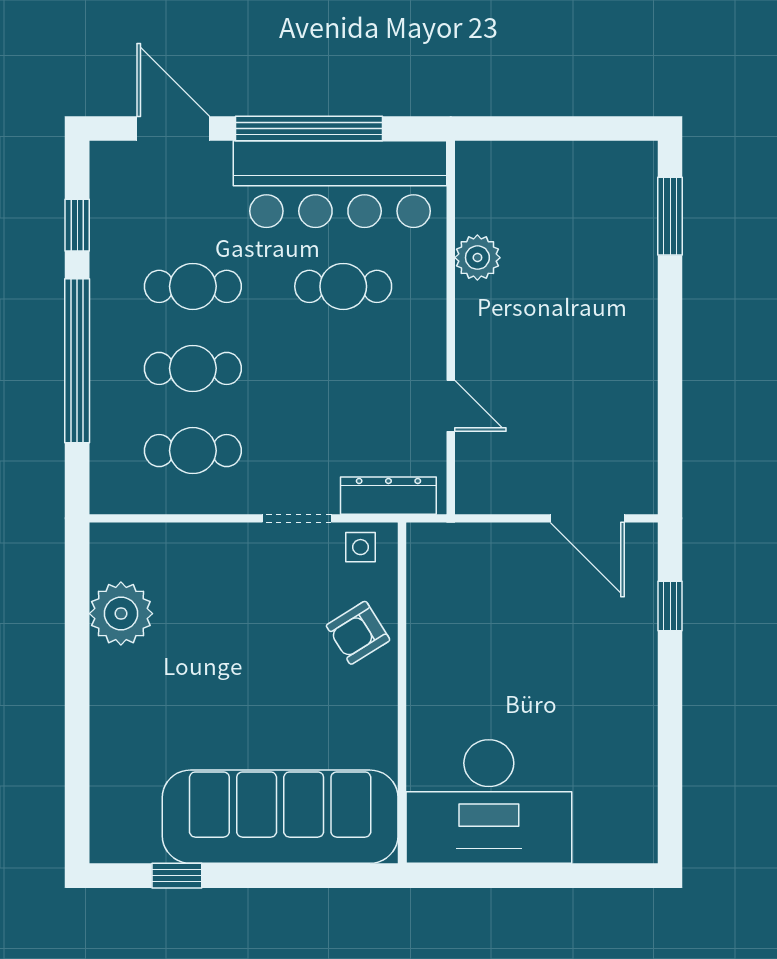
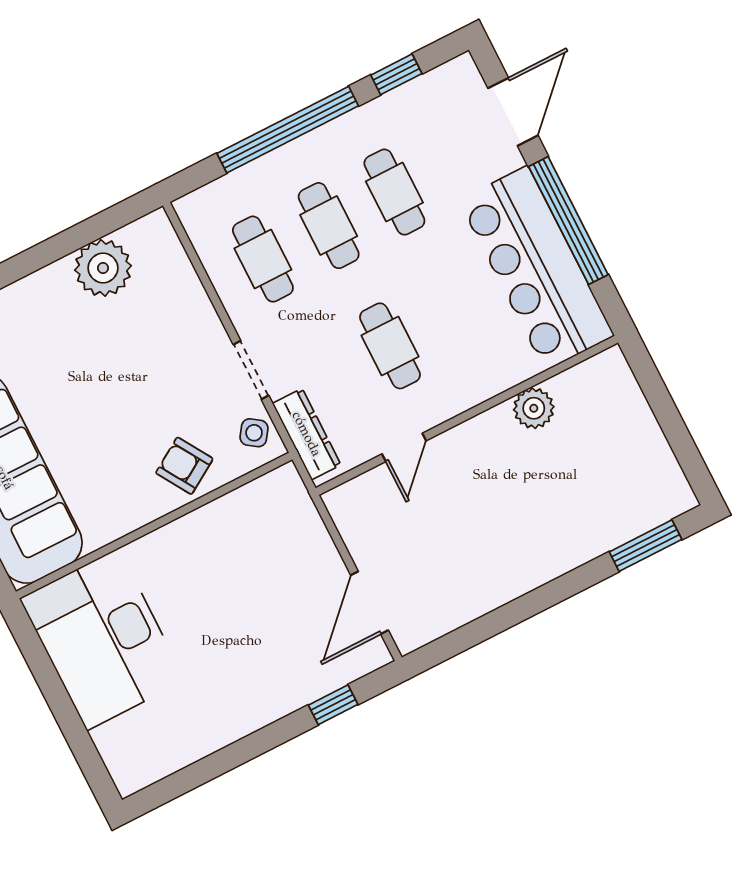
cafe table: (343, 286) -> (390, 346), moved
side table: (361, 547) -> (254, 433), turned 35

